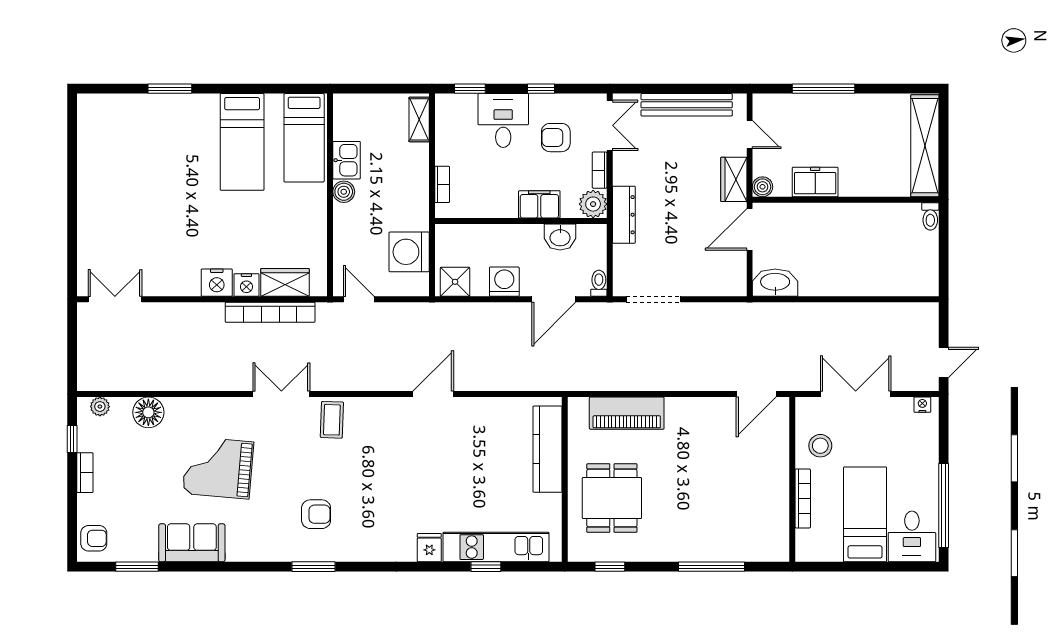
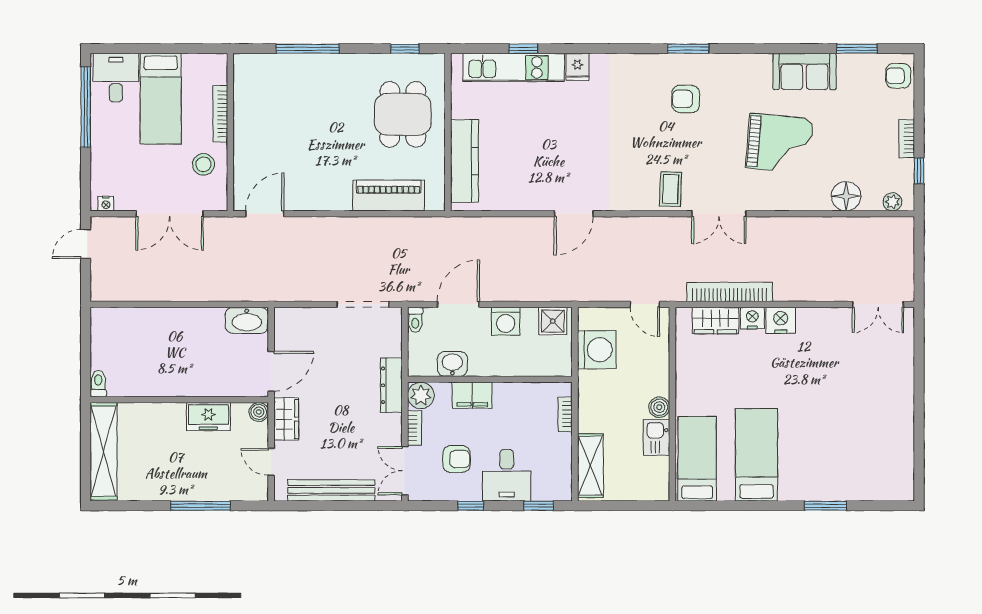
shelving: (419, 119) -> (590, 466), width x1.50, depth x1.33

